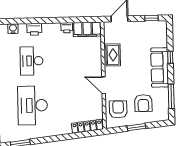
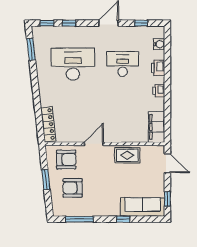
printer: (67, 28) -> (159, 91), moved
sofa: (160, 67) -> (143, 207), moved

